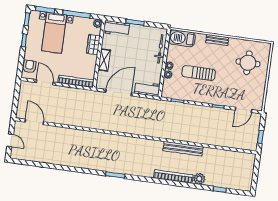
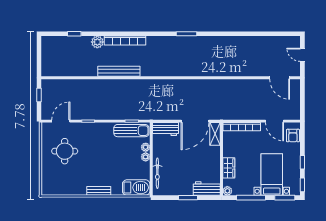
shelving: (104, 60) -> (215, 134), moved
round table: (248, 63) -> (65, 151), moved
sun lounger: (199, 73) -> (131, 131), moved

